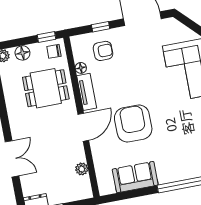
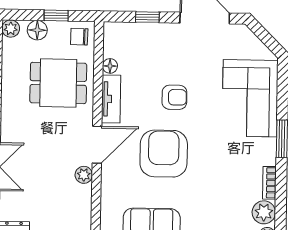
window: (47, 37) -> (56, 15), moved
armchair: (103, 51) -> (174, 97), moved
plant: (82, 169) -> (84, 175), moved

